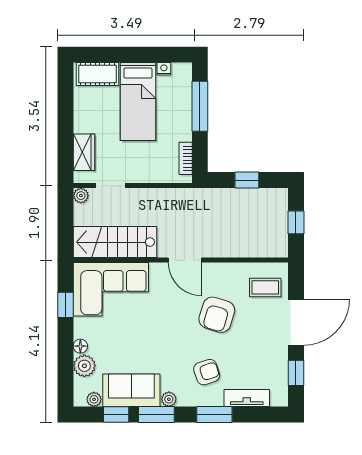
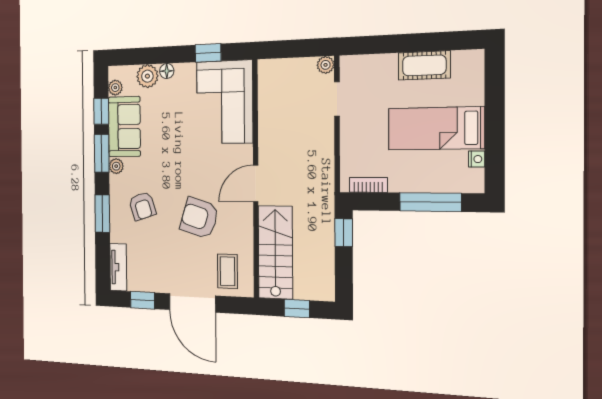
cot: (98, 74) -> (424, 65), moved, turned 90
wardrobe: (84, 152) -> (375, 66), removed
window: (247, 180) -> (344, 233), moved
stairs: (115, 242) -> (275, 252), moved
tv unit: (247, 398) -> (118, 267), moved

